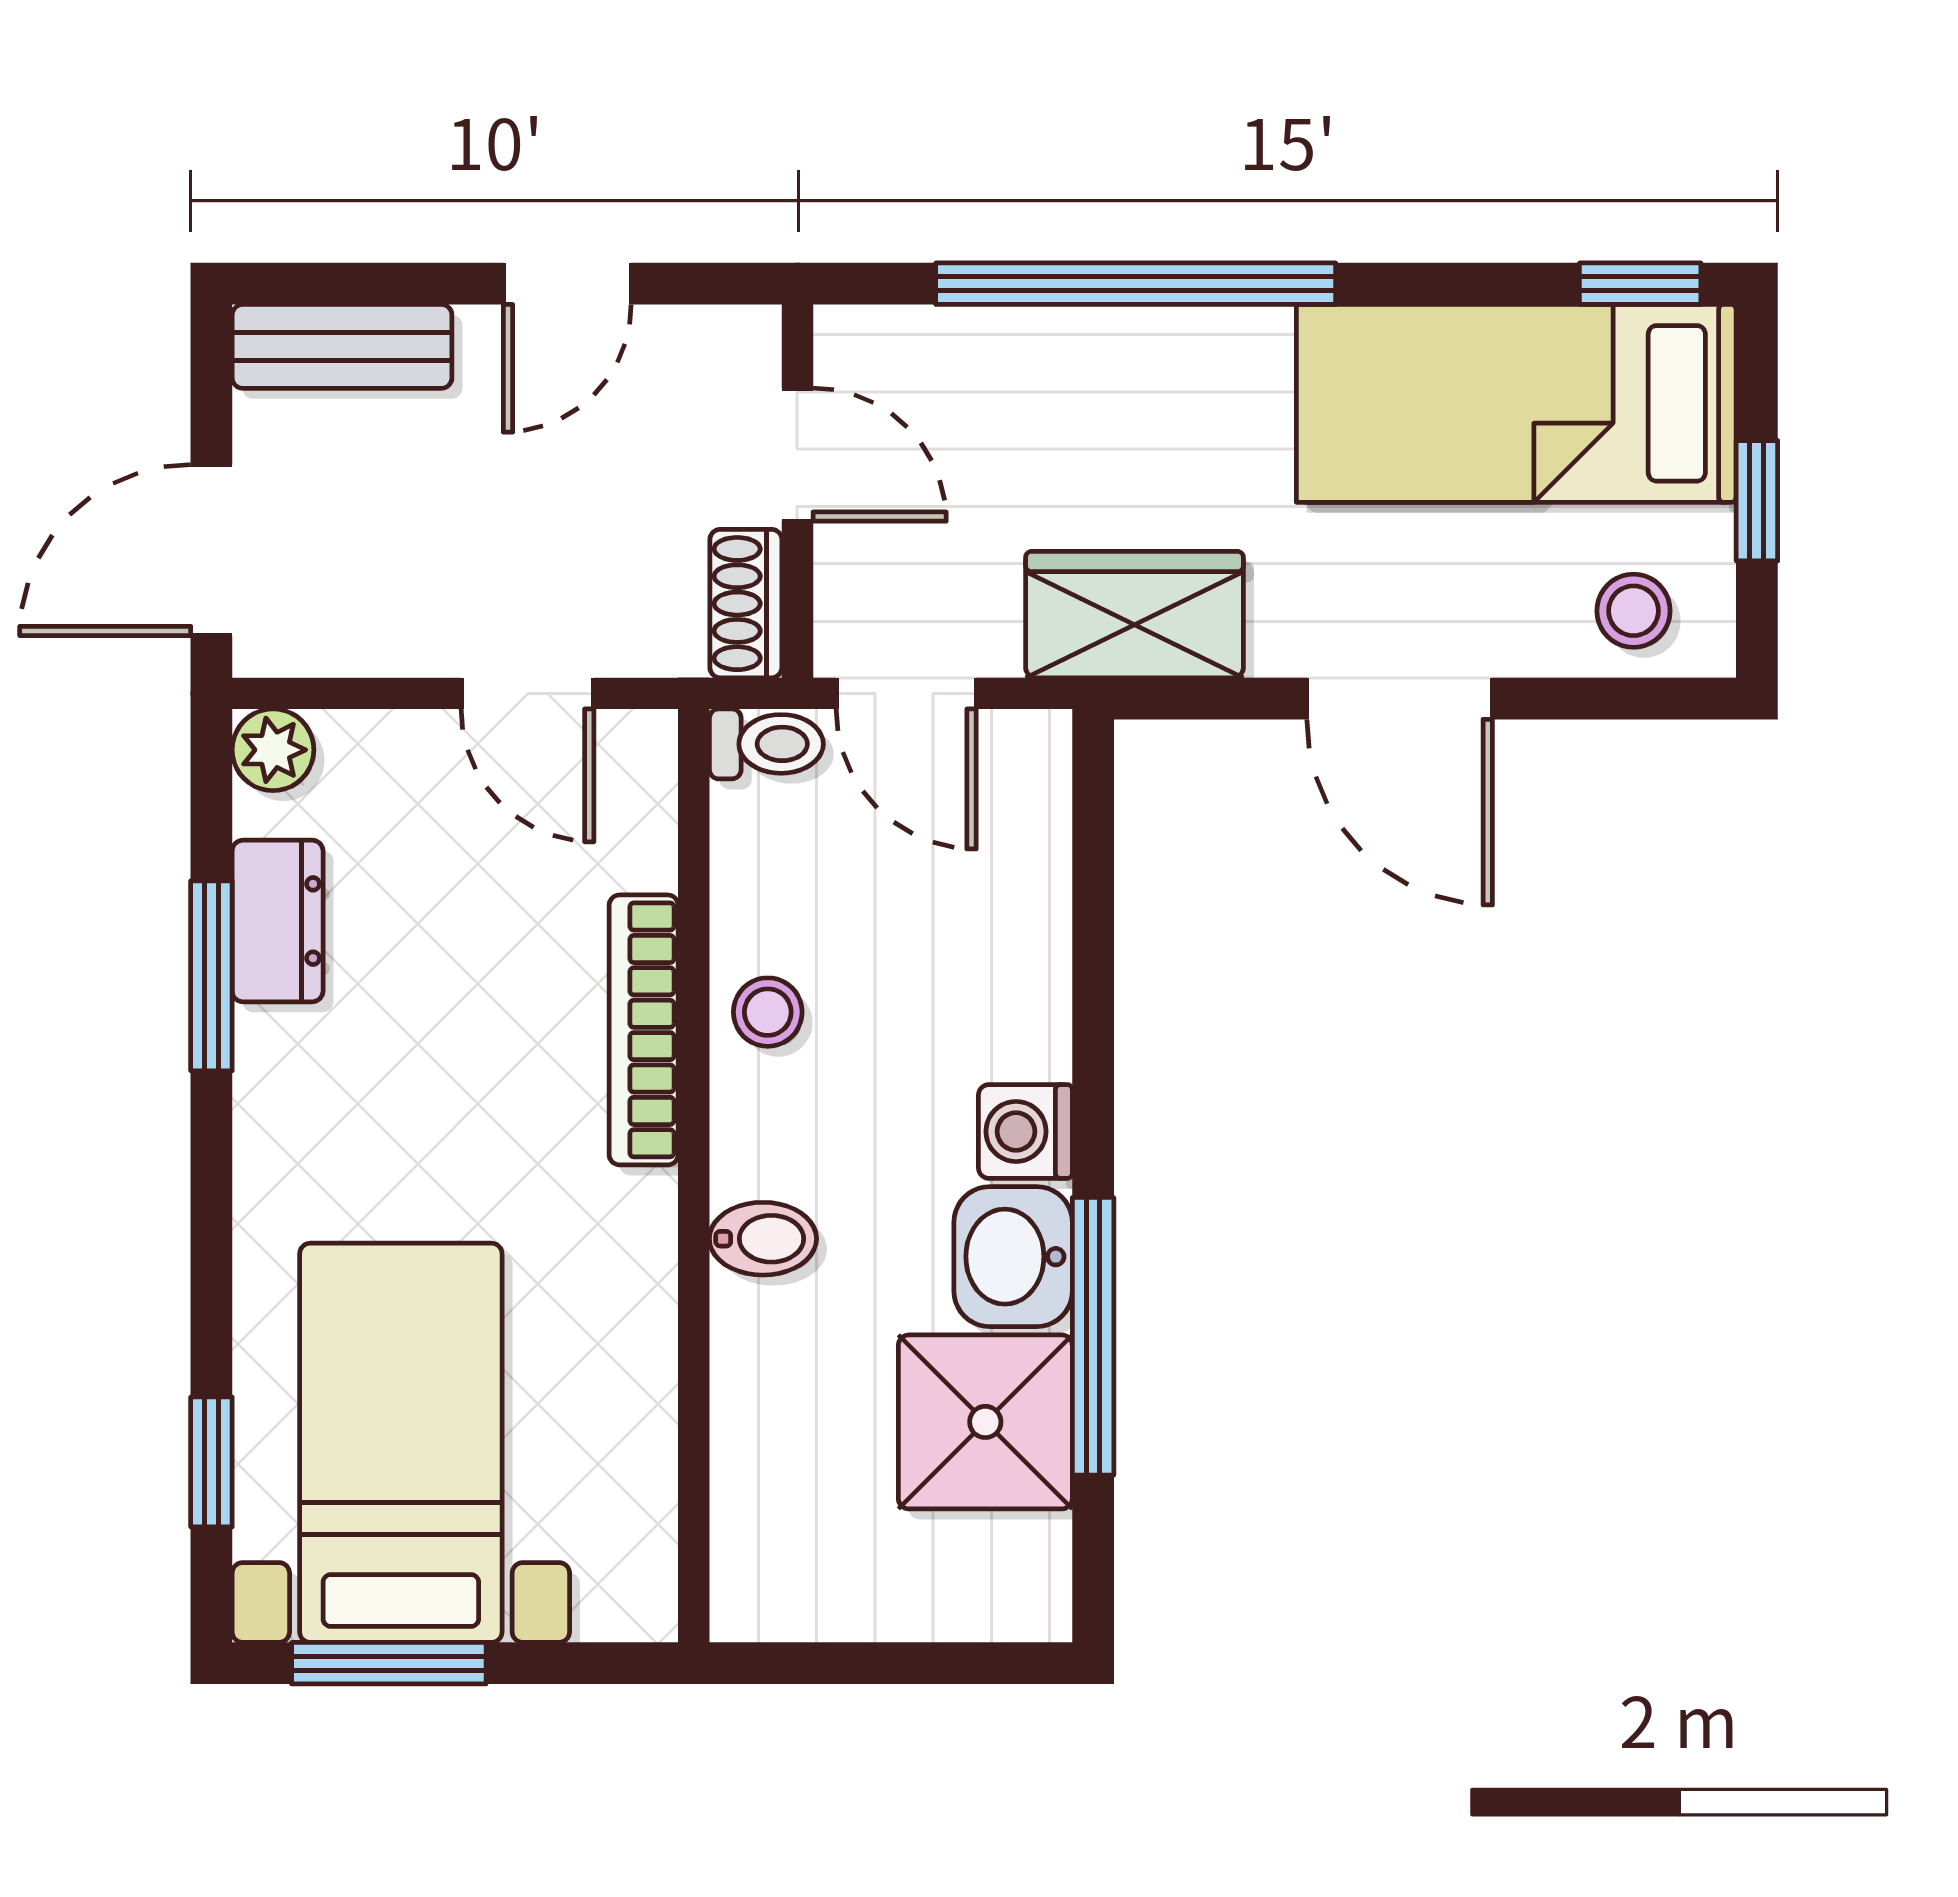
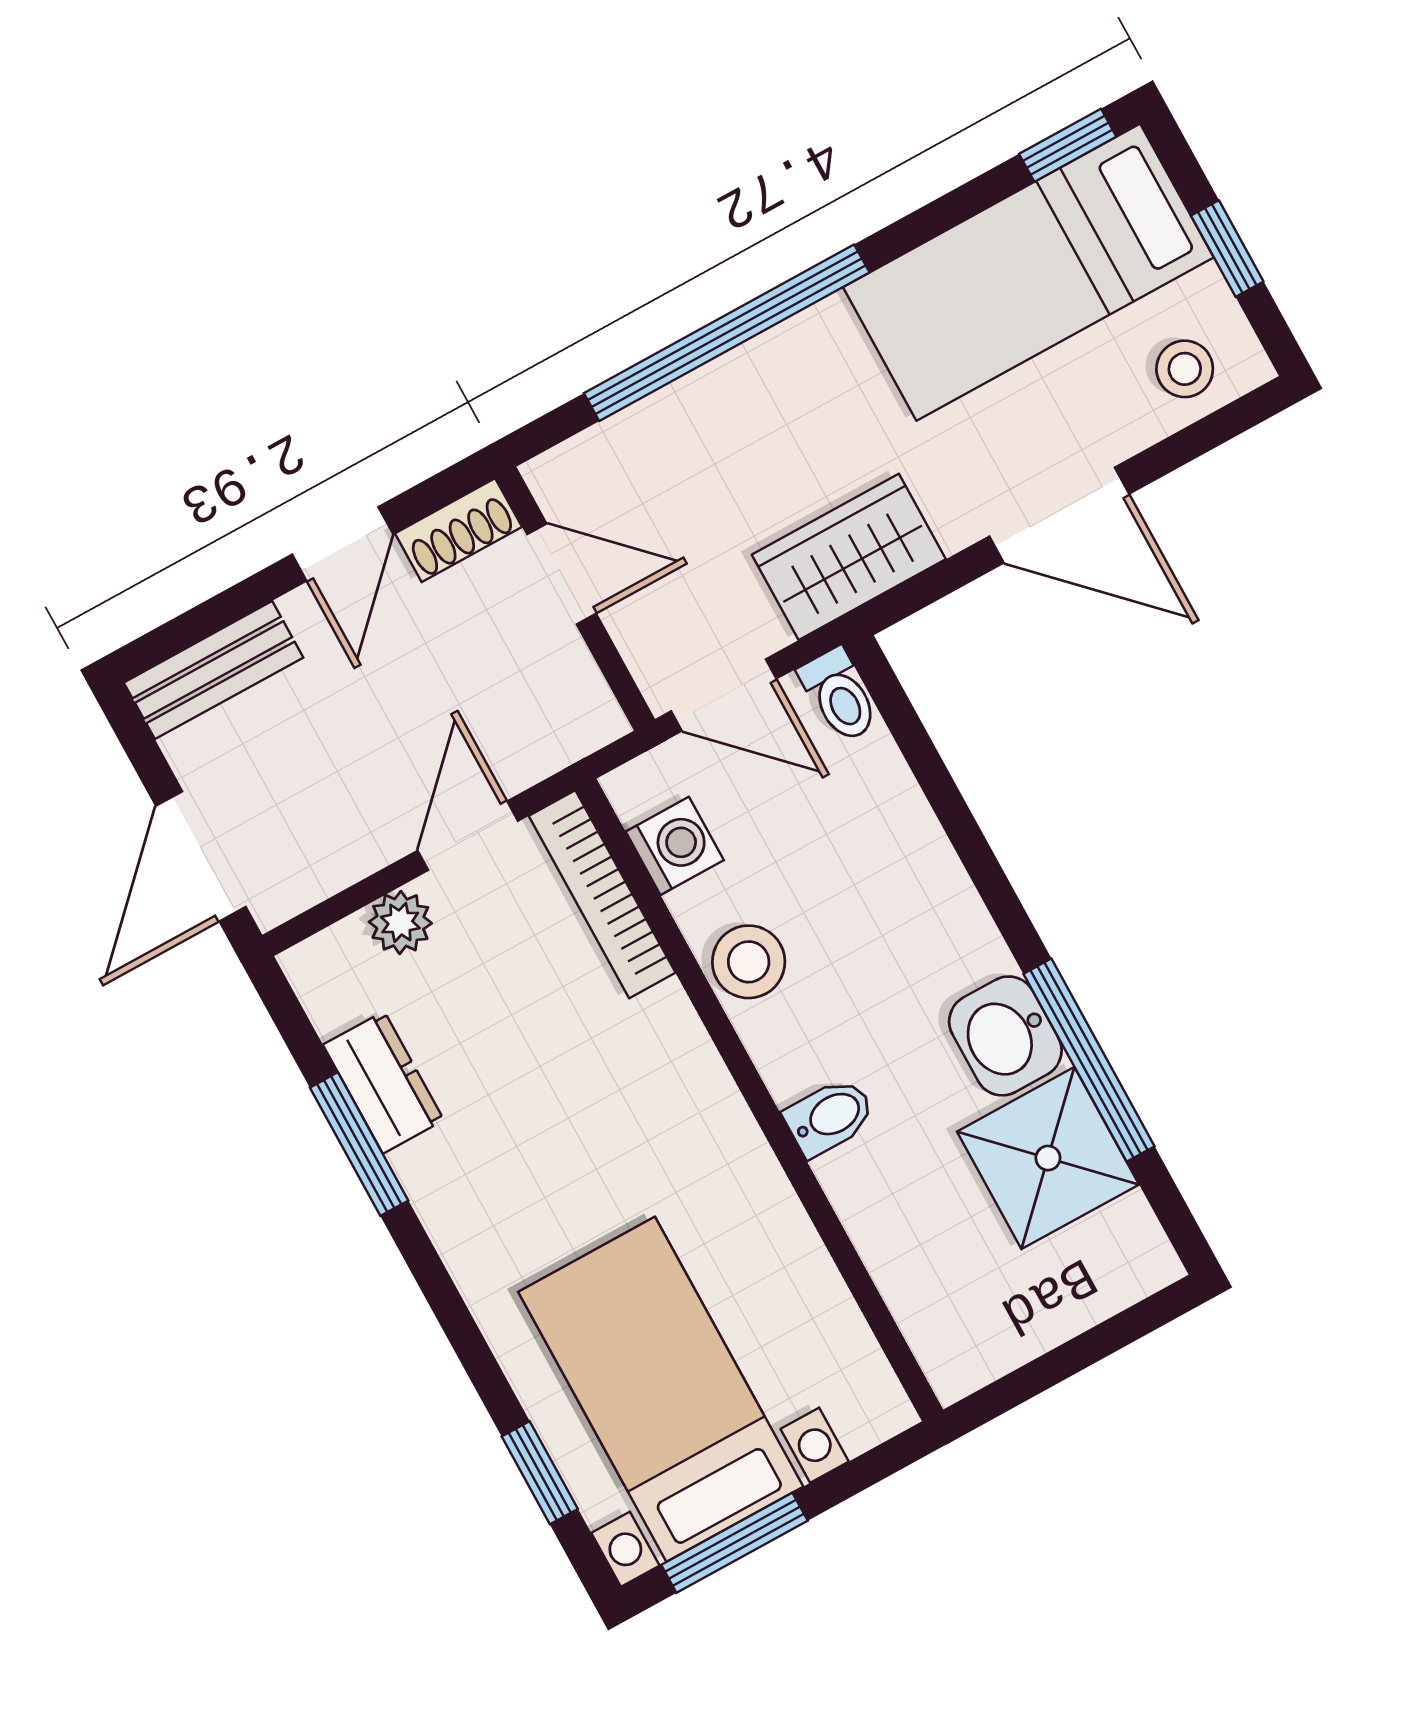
shoe rack: (746, 604) -> (458, 530), moved, turned -90
door: (527, 693) -> (468, 836), swing flipped
toilet: (766, 744) -> (839, 695), moved, turned 90
plant: (273, 750) -> (400, 922), moved
stool: (768, 1012) -> (749, 962), width x1.37, depth x1.37
bookcase: (644, 1030) -> (602, 894), moved
washing machine: (1025, 1131) -> (675, 846), moved, turned 180

